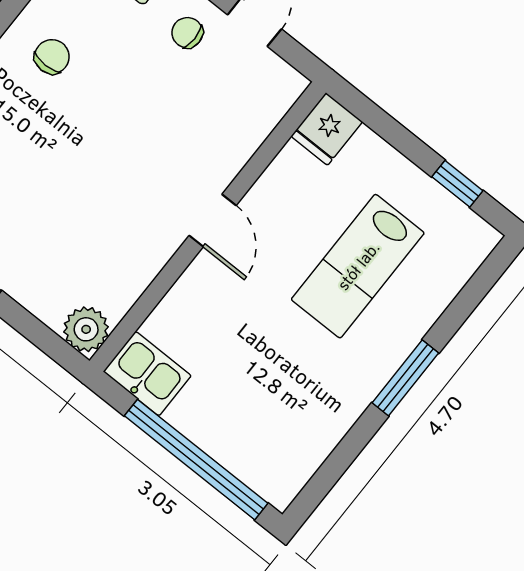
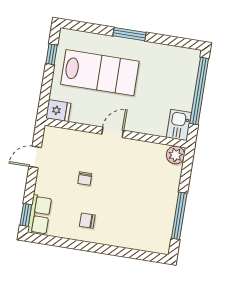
chair: (187, 33) -> (85, 178), moved
lab bench: (358, 266) -> (100, 73), width x1.36, depth x1.39

